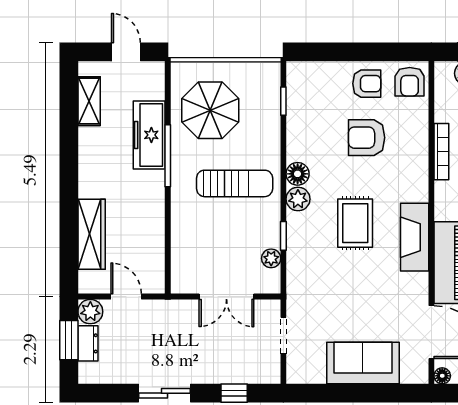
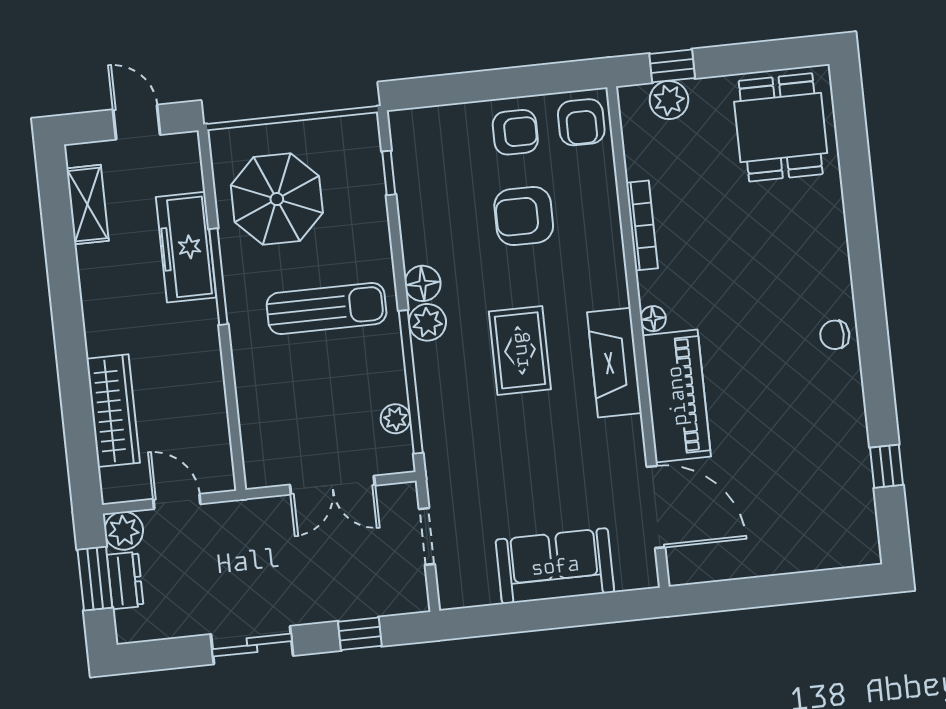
window: (283, 236) -> (411, 382), width x3.17
floor lamp: (442, 376) -> (653, 319), moved

